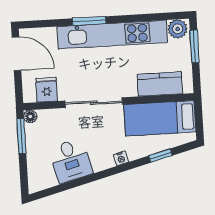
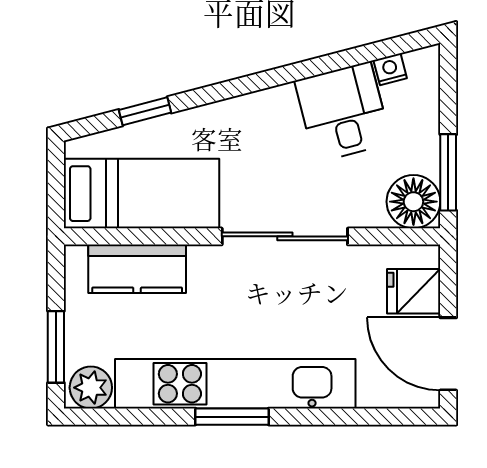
window: (89, 21) -> (232, 417), moved
fridge: (47, 90) -> (414, 291), moved, turned 90
floor lamp: (30, 116) -> (413, 202), width x1.89, depth x1.89
nightstand: (121, 158) -> (390, 69), moved

